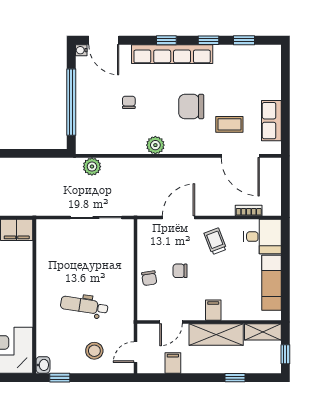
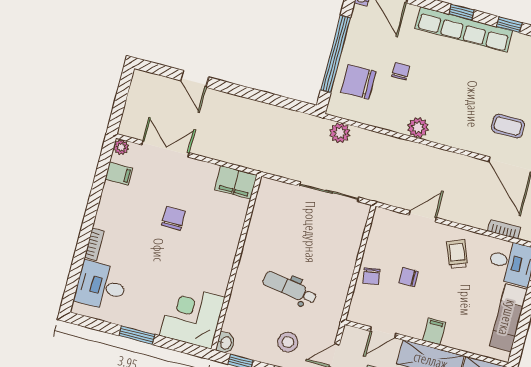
chair: (191, 106) -> (358, 82), moved
door: (179, 218) -> (423, 216), width x0.73

